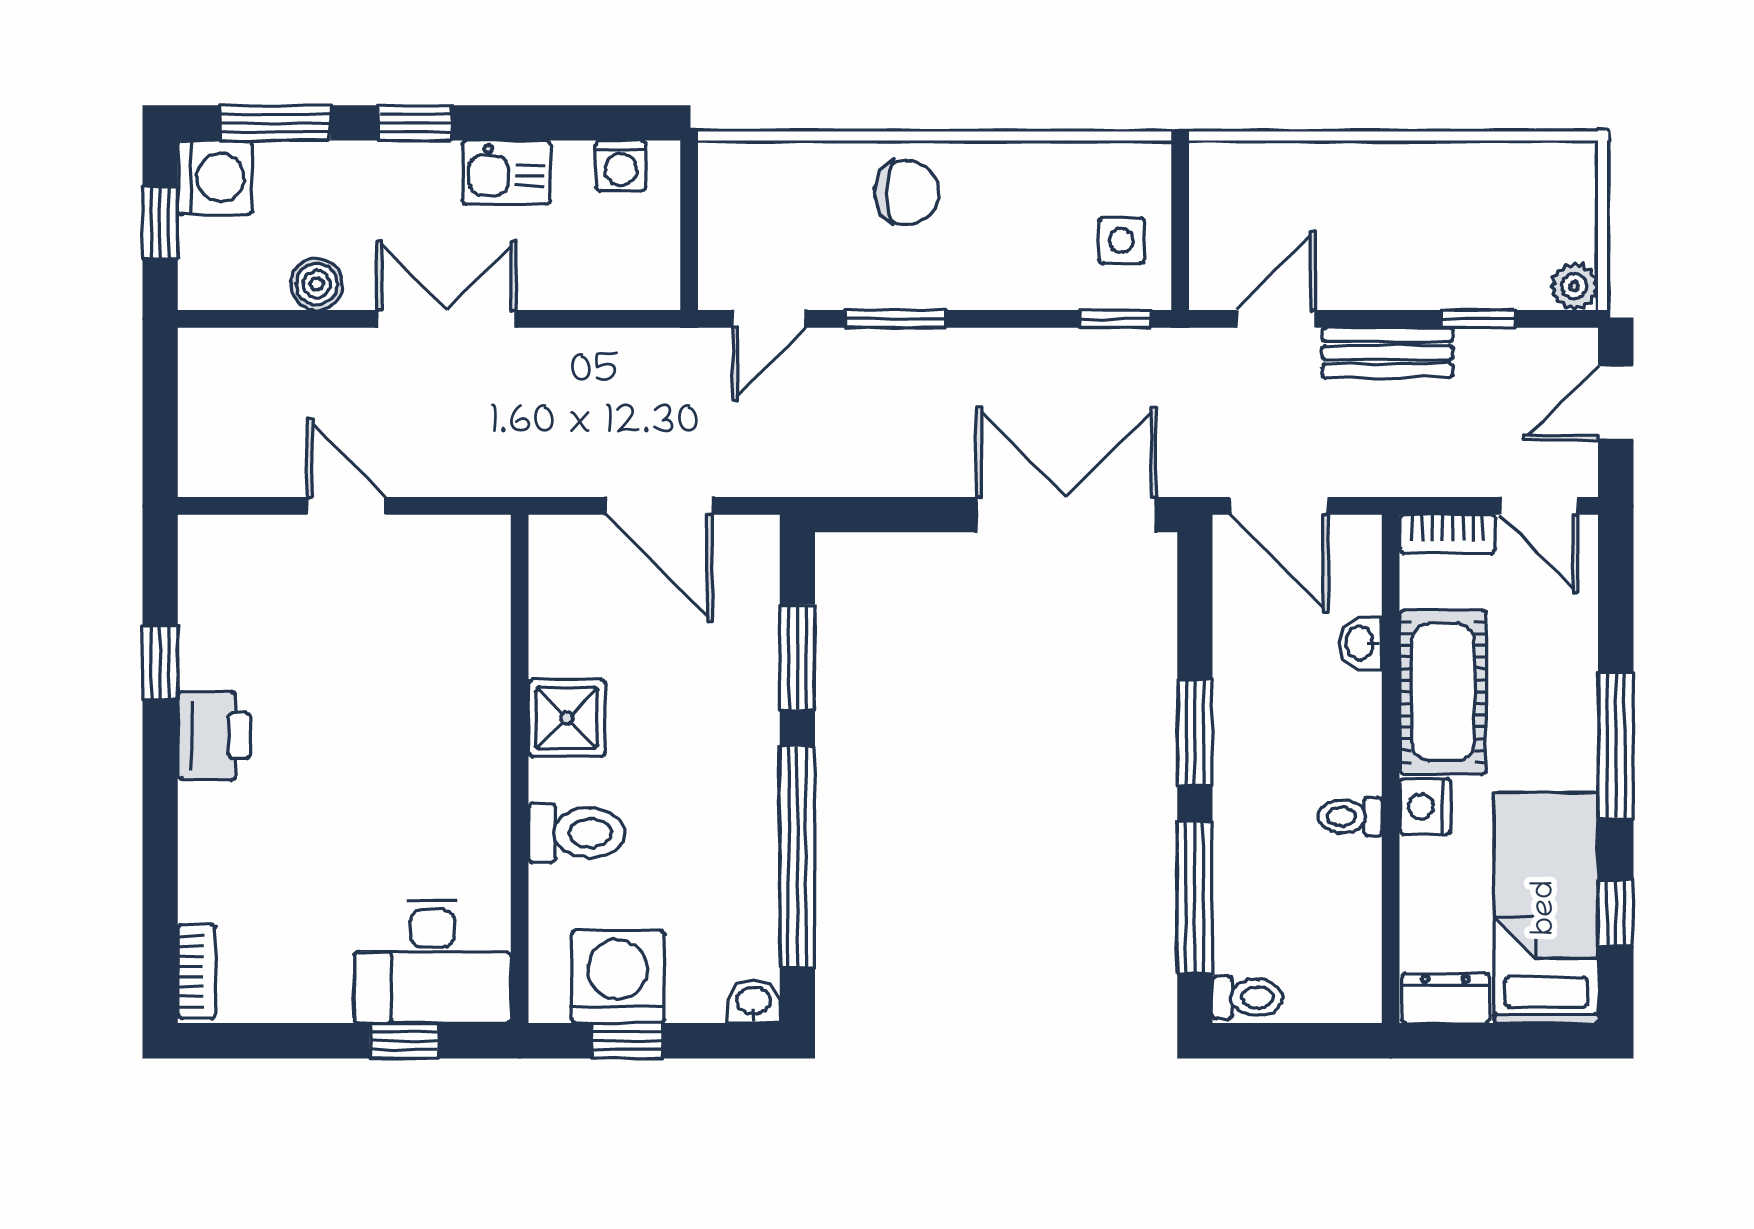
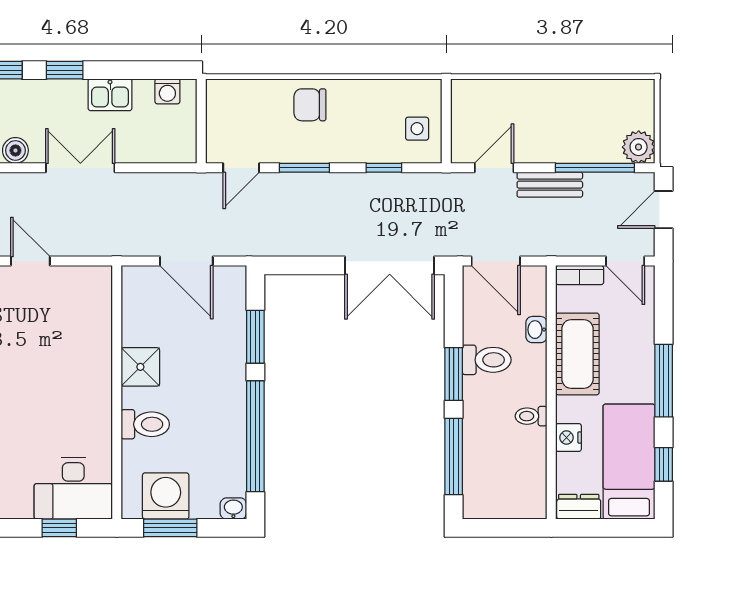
chair: (907, 193) -> (310, 105), turned 180
plant: (1574, 286) -> (639, 147), width x1.38, depth x1.38
window: (1115, 319) -> (384, 168), moved
window: (1478, 319) -> (595, 168), width x2.17
double door: (1066, 515) -> (390, 265), swing flipped
nightstand: (1425, 807) -> (569, 438), moved
toilet: (1248, 997) -> (487, 360), moved, width x1.37, depth x1.39
window: (627, 1041) -> (170, 528), width x1.50

